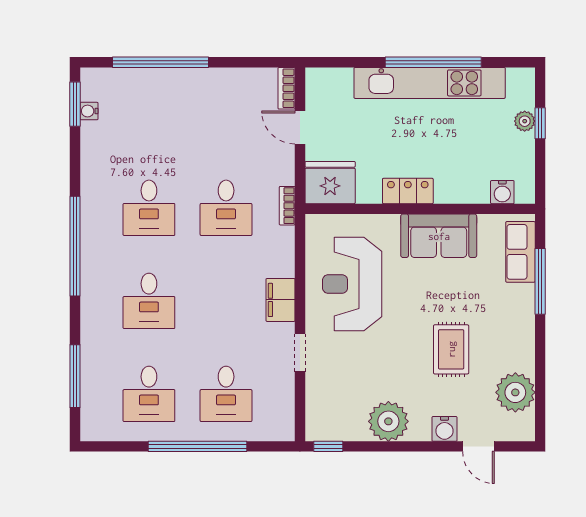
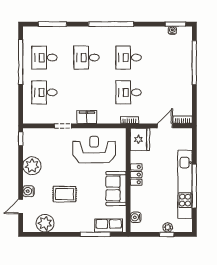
window: (197, 446) -> (21, 62), moved

